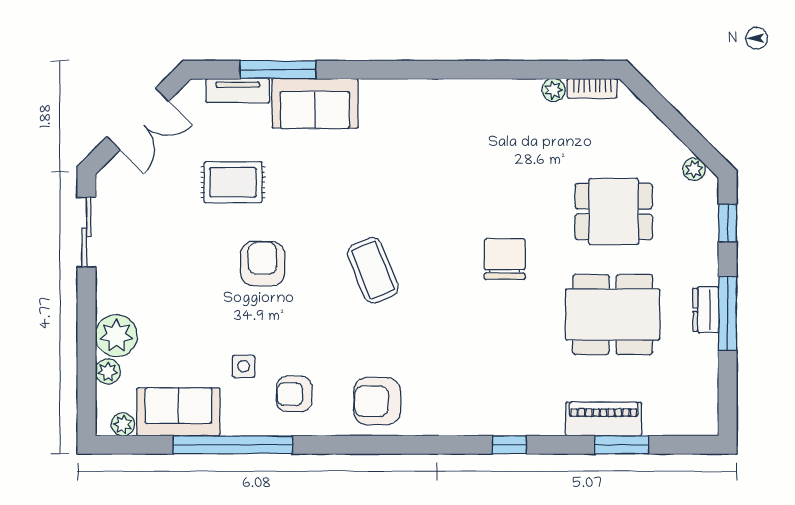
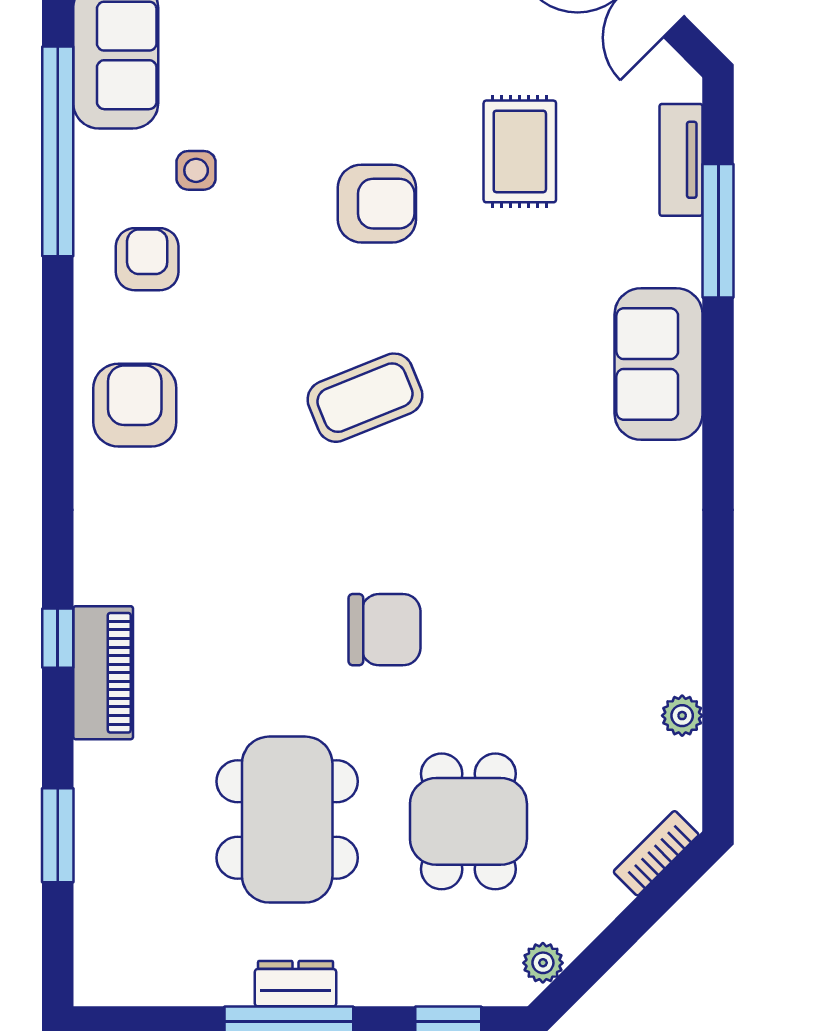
bookcase: (592, 88) -> (656, 853), moved, turned 45
sofa: (315, 103) -> (659, 364), moved
piano: (604, 419) -> (103, 673), moved

